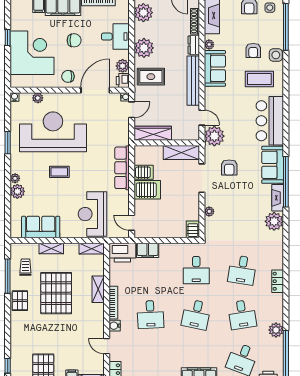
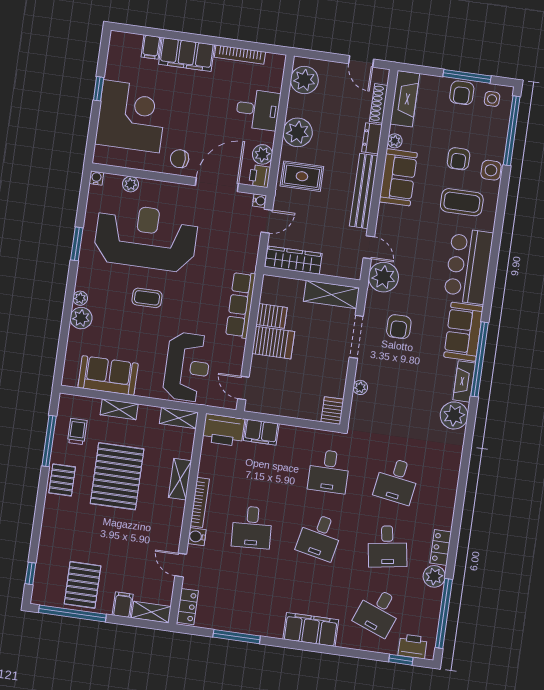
chair: (74, 40) -> (196, 107), removed
reception desk: (93, 214) -> (187, 367), turned 180
locker: (278, 281) -> (441, 548), moved

